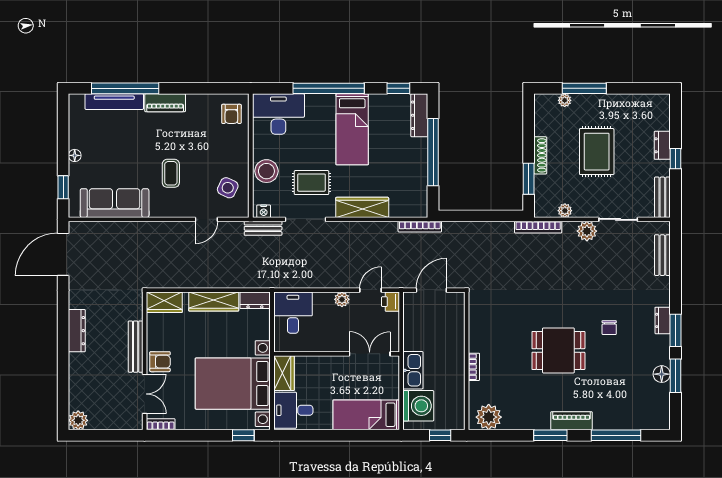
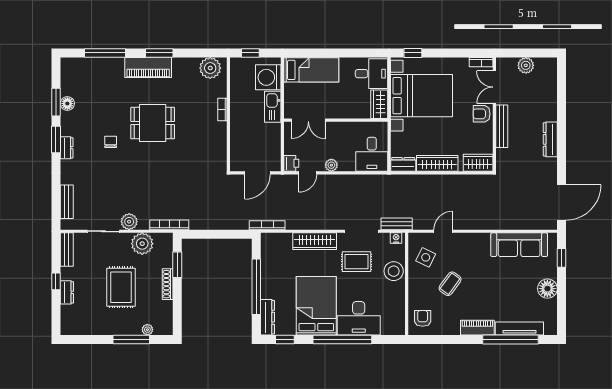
desk: (278, 114) -> (359, 318), moved
bed: (352, 129) -> (316, 306), width x1.50
floor lamp: (75, 155) -> (547, 289), width x1.89, depth x1.89
coffee table: (171, 173) -> (450, 284), moved, turned 36
plant: (565, 211) -> (142, 244), width x1.88, depth x1.88
plant: (78, 420) -> (526, 65), moved
piano: (571, 421) -> (148, 67), width x1.37, depth x1.33

